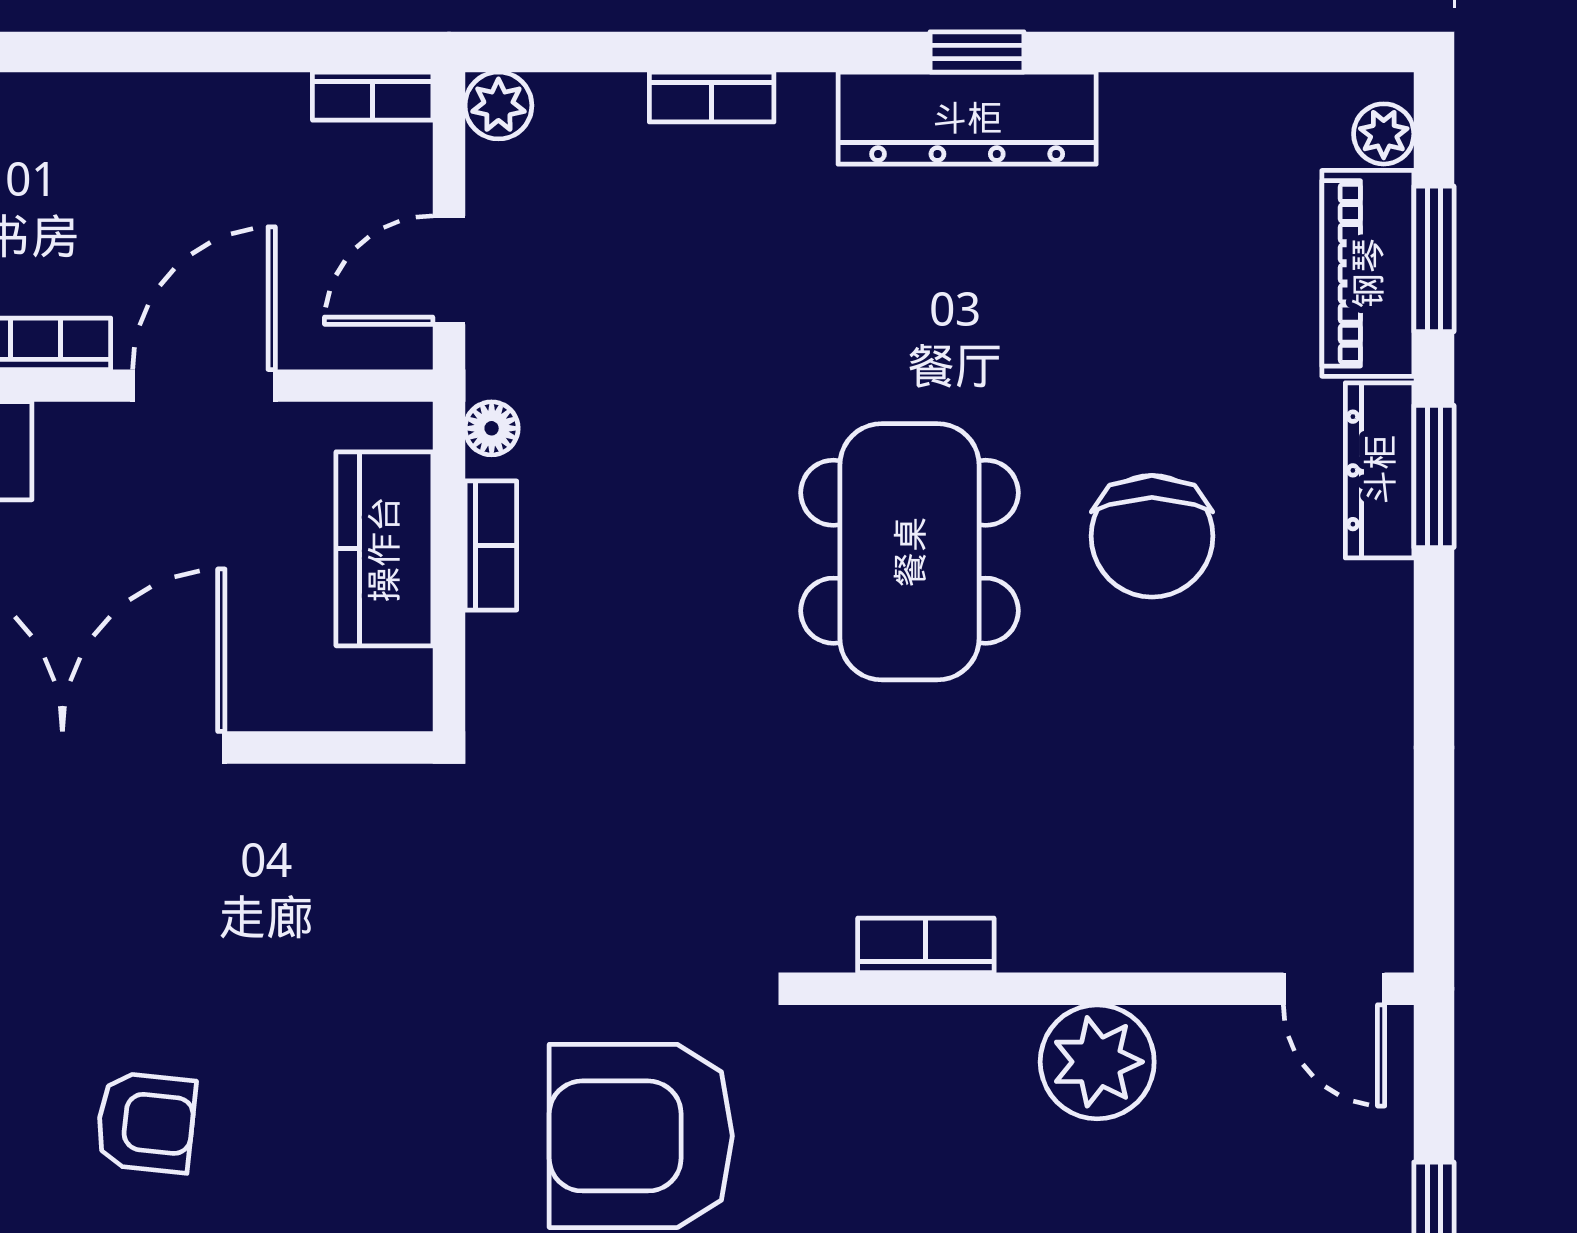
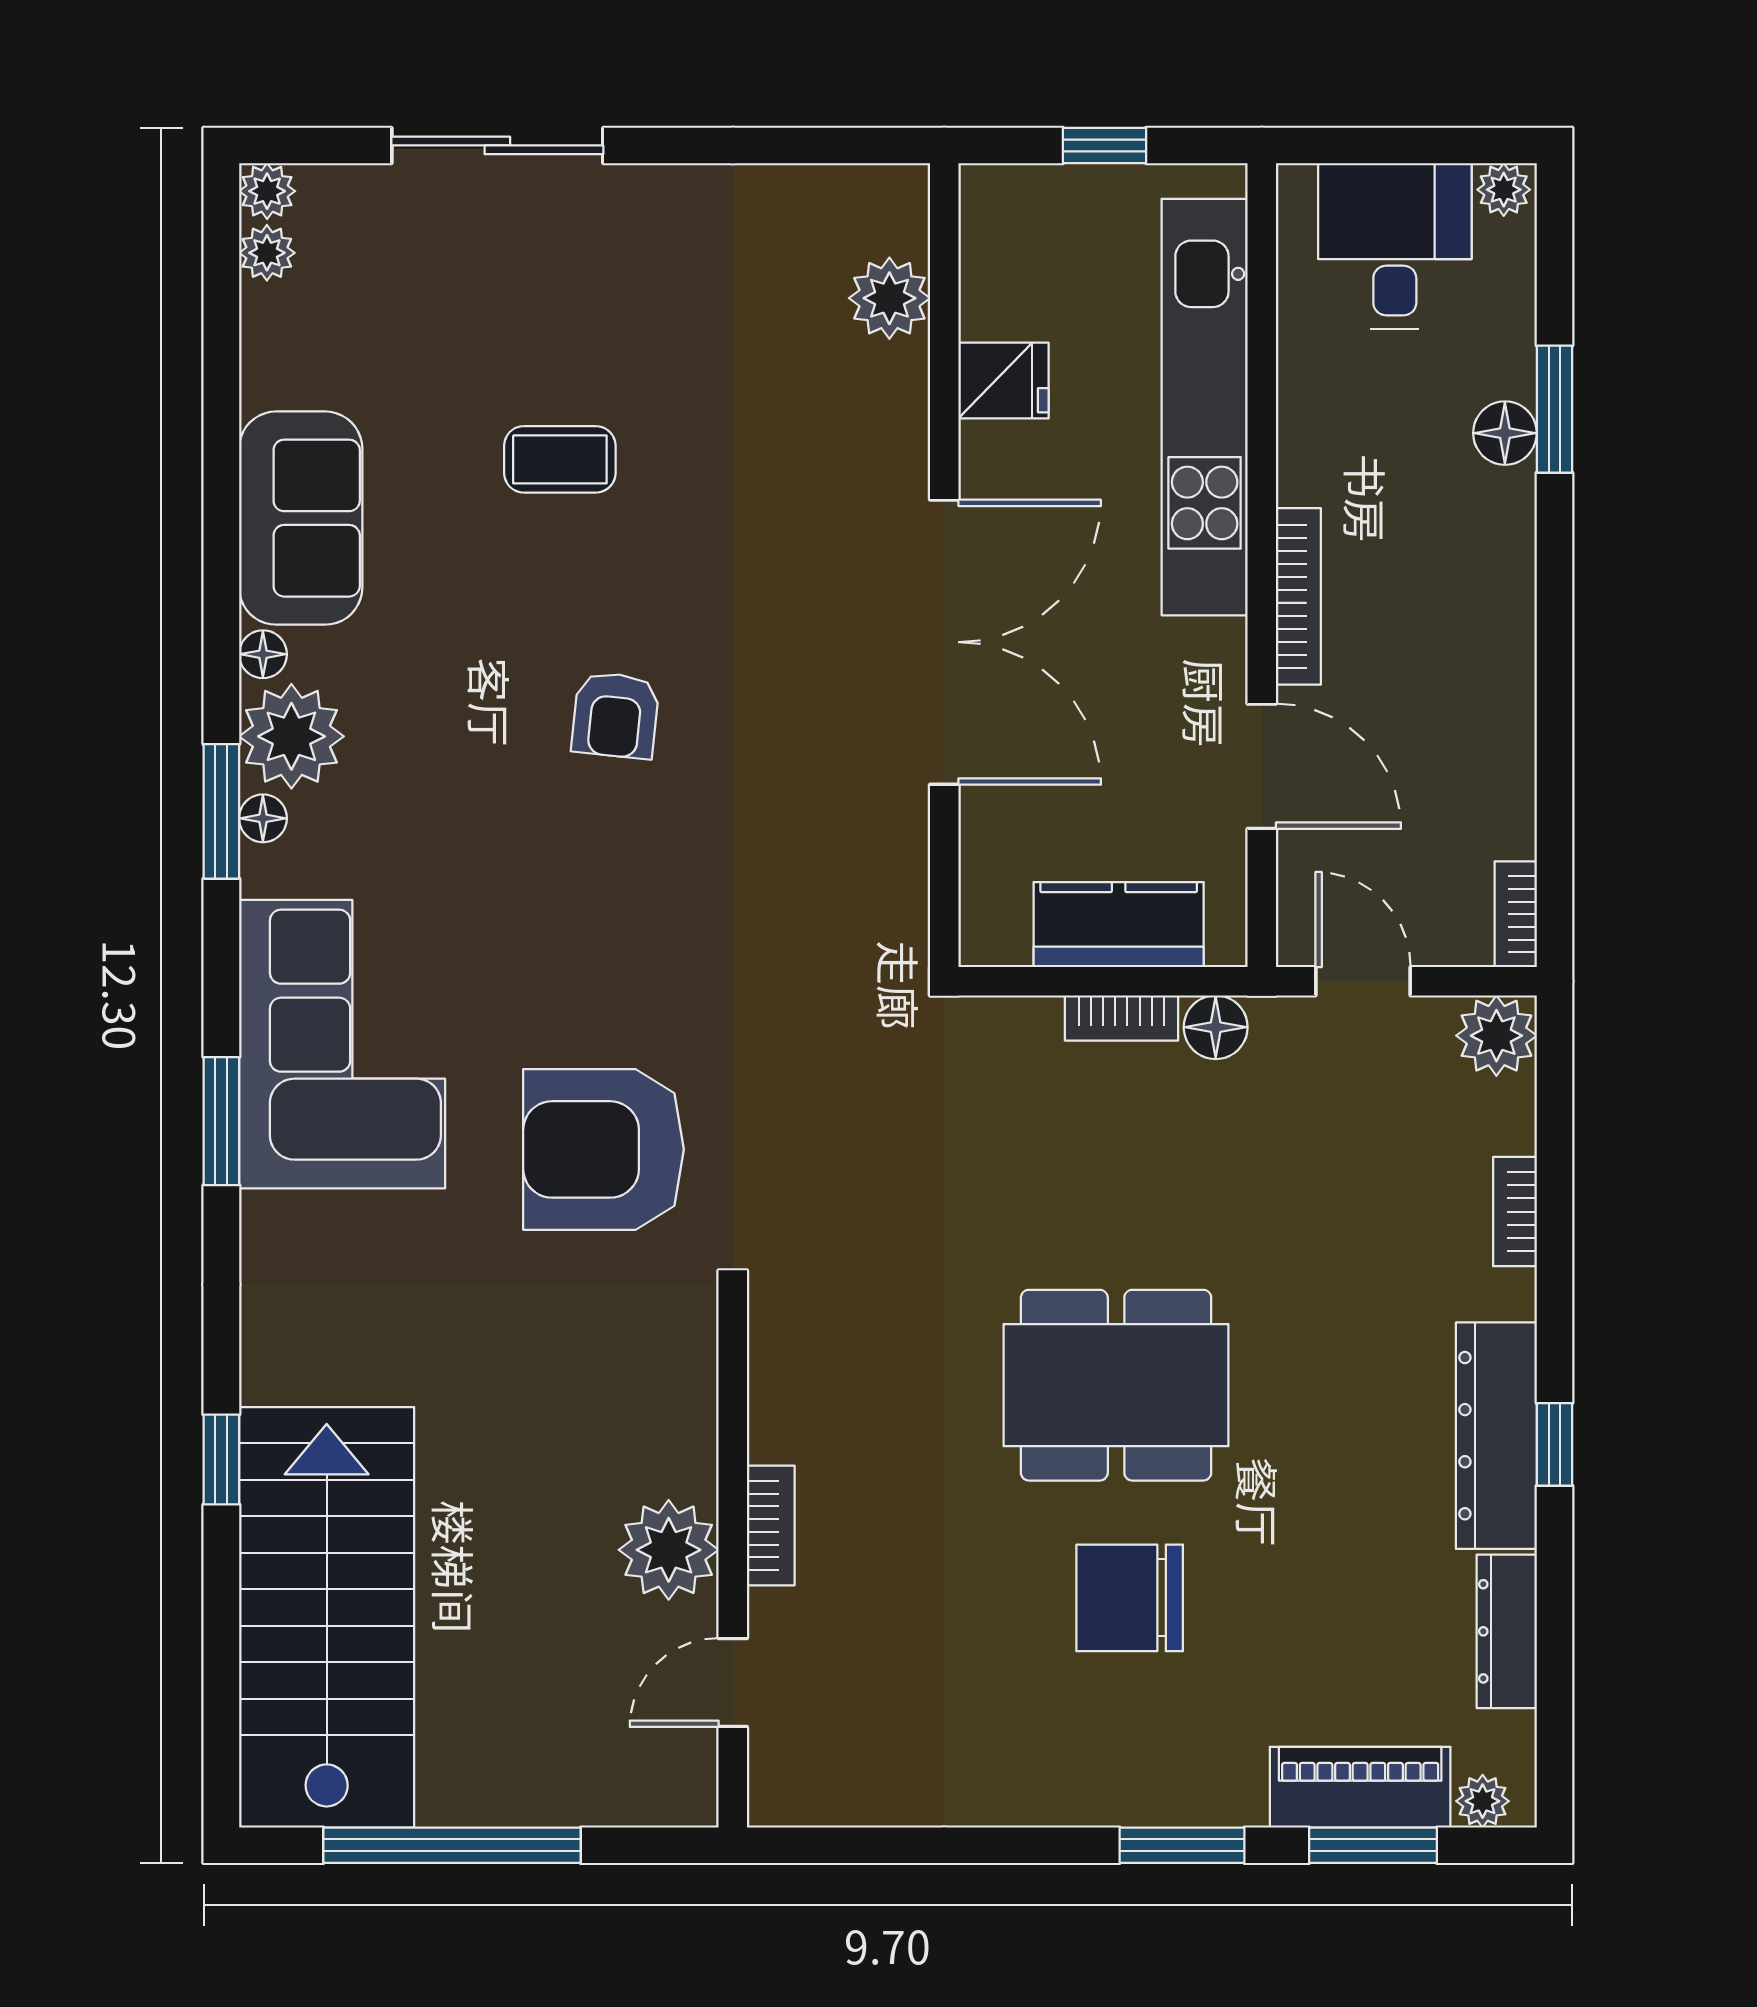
plant: (498, 105) -> (1496, 1036), width x1.38, depth x1.38
floor lamp: (492, 428) -> (1216, 1027), width x1.37, depth x1.37
dresser: (1380, 470) -> (1507, 1631), moved, turned -90
bookcase: (926, 945) -> (771, 1526), moved
door: (1334, 989) -> (733, 1683), moved
armchair: (641, 1136) -> (604, 1149), turned -90

